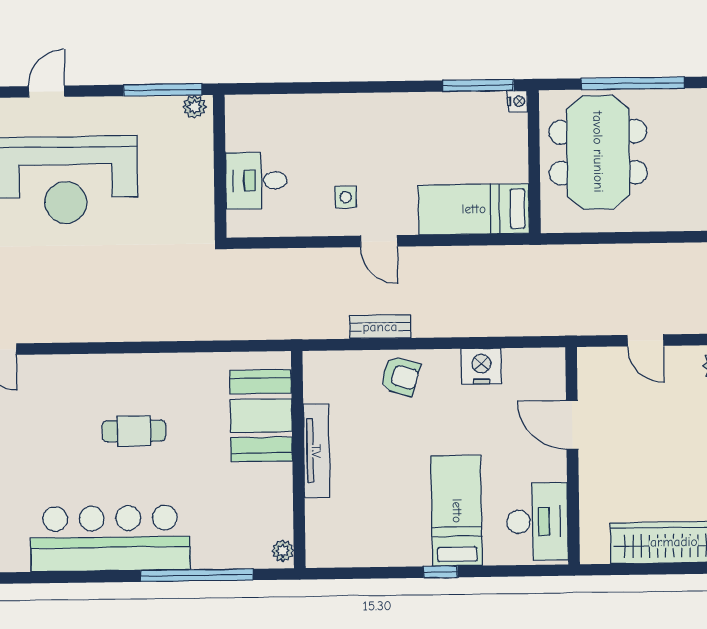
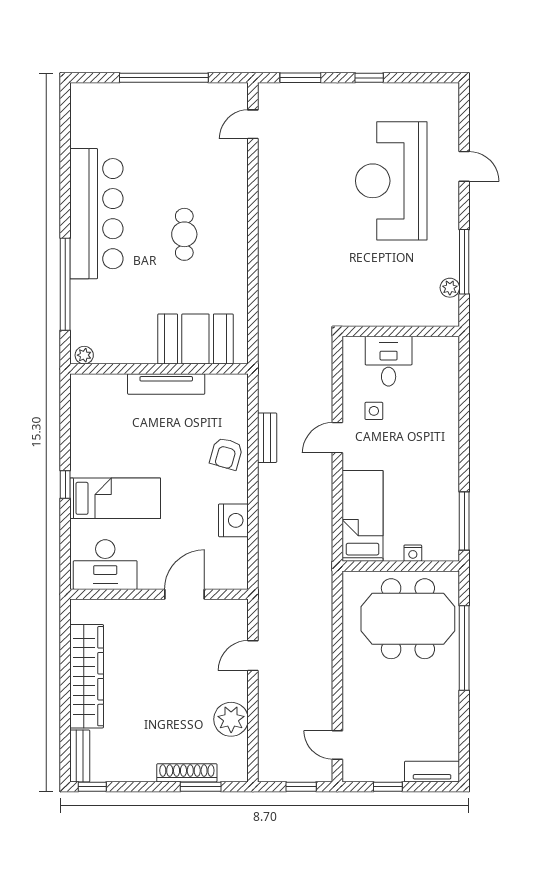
nightstand: (518, 101) -> (413, 553), moved
wall: (220, 166) -> (401, 331), moved
desk: (256, 181) -> (389, 361), moved

